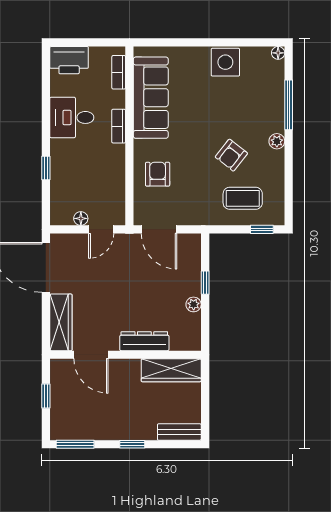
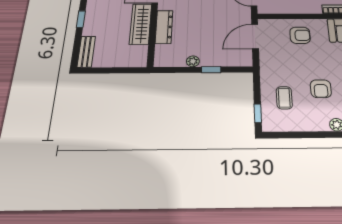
armchair: (231, 155) -> (321, 89), turned -128
coffee table: (243, 198) -> (284, 98), width x0.73, depth x0.77
wardrobe: (171, 370) -> (141, 24), moved

